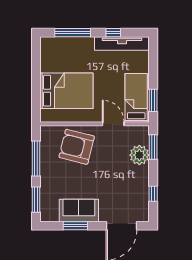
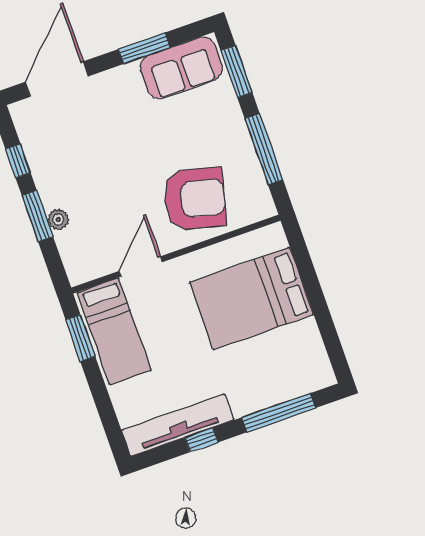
door: (113, 124) -> (140, 267), swing flipped
window: (153, 147) -> (37, 216), moved
plant: (139, 155) -> (58, 219), width x0.53, depth x0.53
sofa: (79, 210) -> (181, 68), moved

